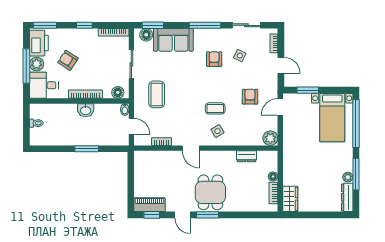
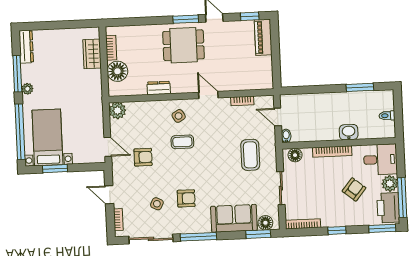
sliding door: (246, 25) -> (151, 239), width x1.37
armchair: (214, 59) -> (186, 198), turned -90
armchair: (68, 60) -> (354, 189), turned -84
window: (26, 66) -> (402, 198), moved
window: (308, 90) -> (55, 169), moved
armchair: (250, 97) -> (143, 157), turned -90
door: (280, 107) -> (108, 147), hinge flipped
washbasin: (86, 110) -> (349, 132), moved
window: (87, 149) -> (360, 87), moved
dresser: (247, 156) -> (159, 88), moved
floor lamp: (273, 176) -> (117, 71), width x1.89, depth x1.89
plant: (348, 177) -> (27, 89), moved
dining table: (210, 192) -> (184, 45), turned 90
wardrobe: (290, 199) -> (92, 54), moved
piano: (150, 205) -> (263, 37), moved, turned 90

